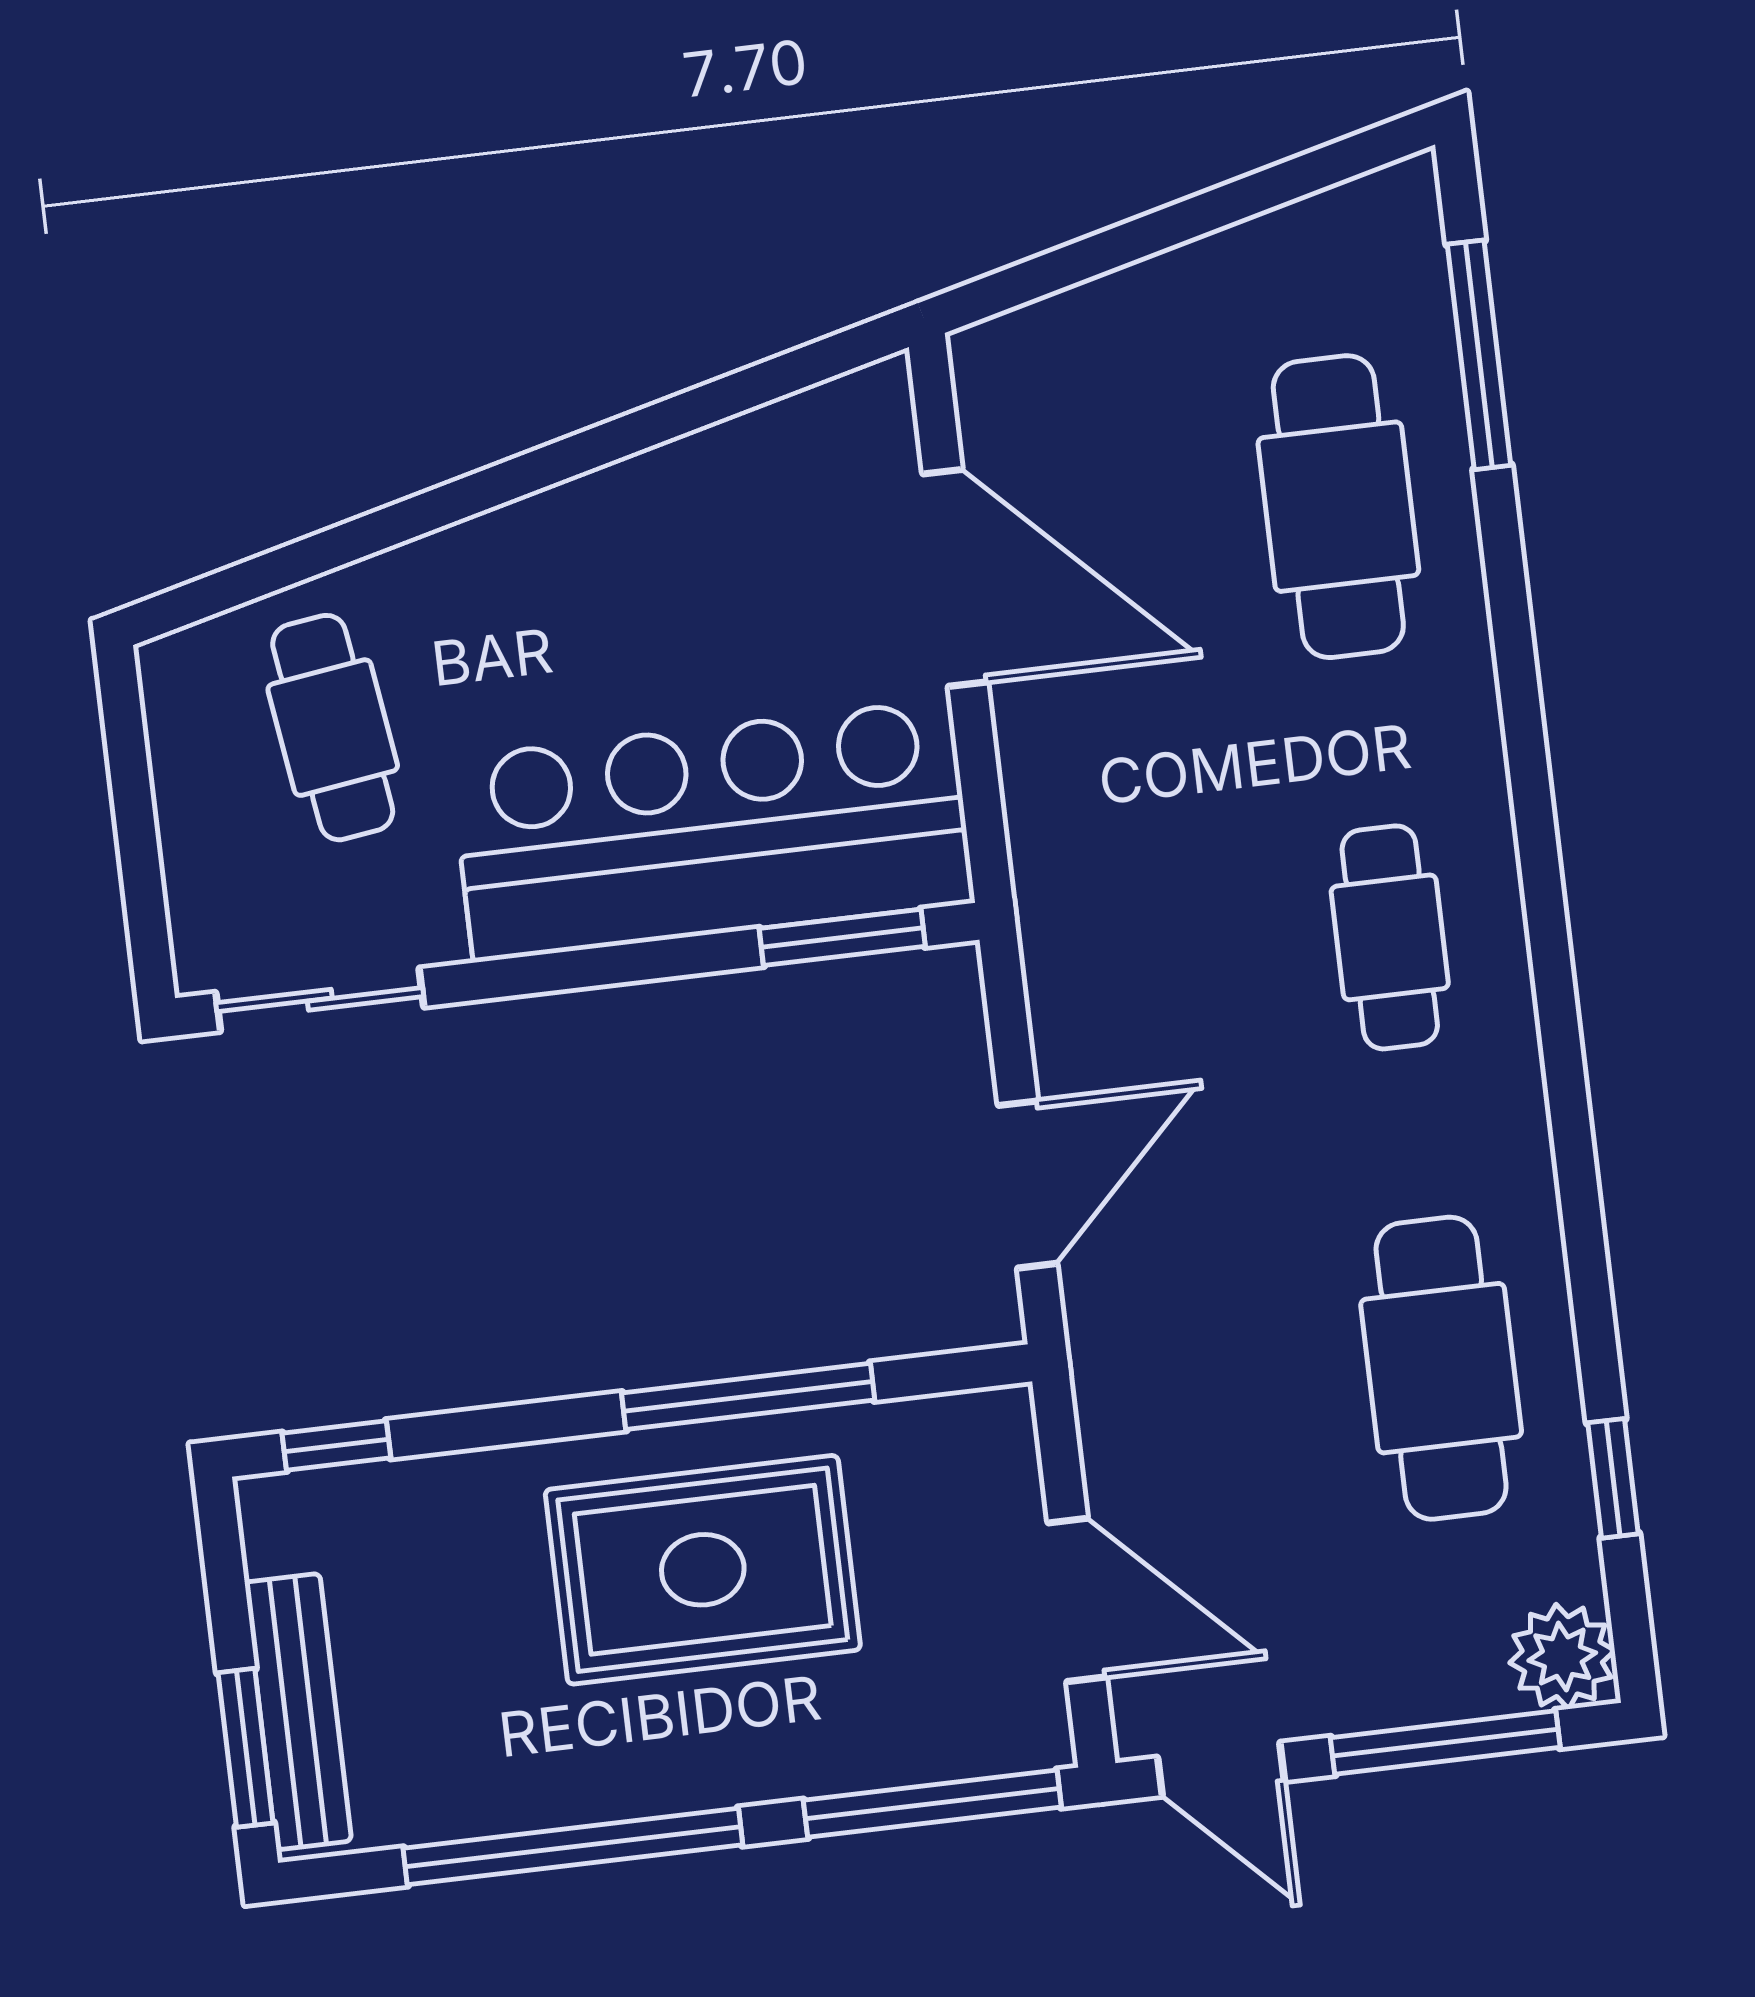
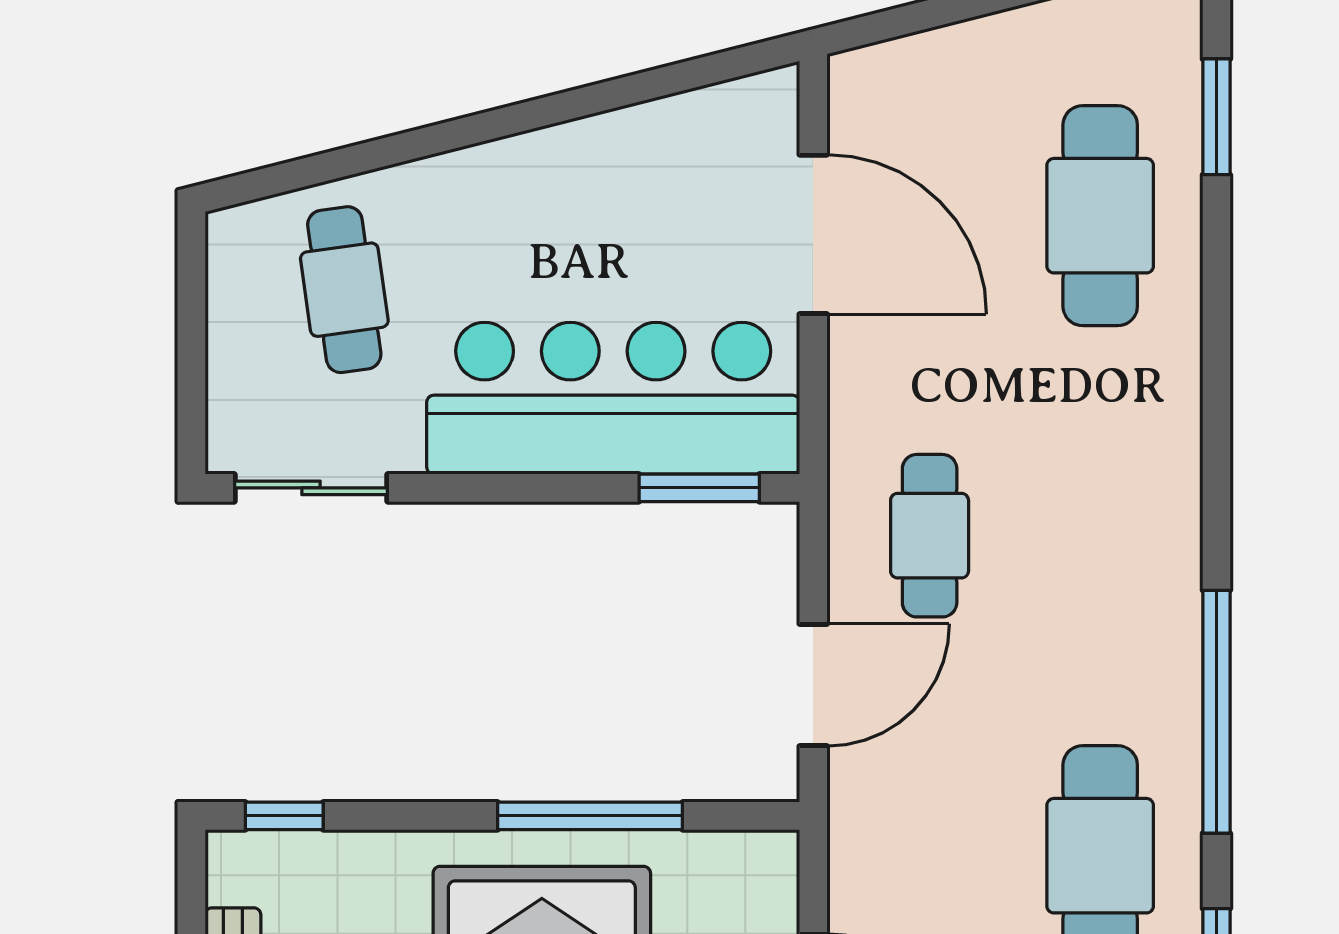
window: (1479, 355) -> (1216, 117), width x0.69
cafe table: (1390, 937) -> (930, 536), moved
window: (1575, 1156) -> (1216, 712), added

